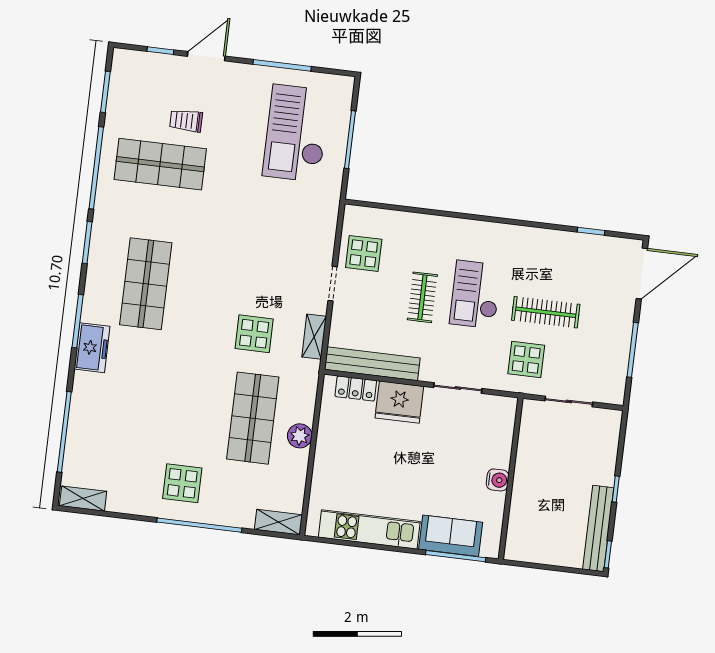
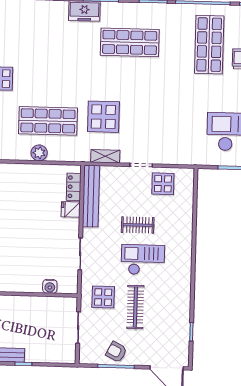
display table: (254, 334) -> (103, 117), width x1.36, depth x1.36
armchair: (611, 347) -> (116, 352), added
fridge: (399, 402) -> (71, 209), width x0.53, depth x0.75
water cooler: (498, 480) -> (50, 286), moved

